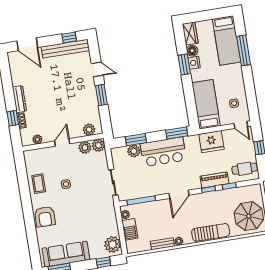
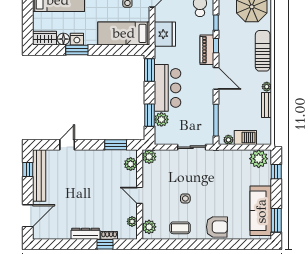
window: (101, 95) -> (116, 145), moved
plant: (85, 147) -> (149, 227), moved
piano: (214, 180) -> (207, 50), moved

